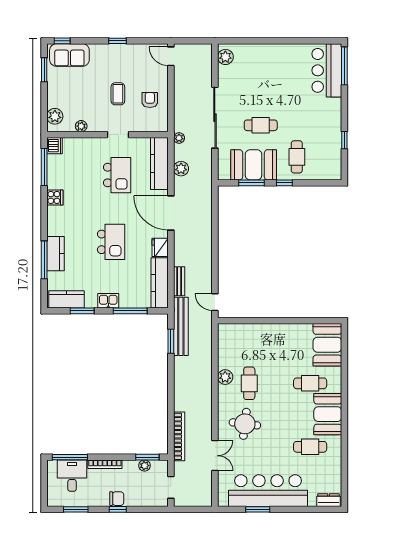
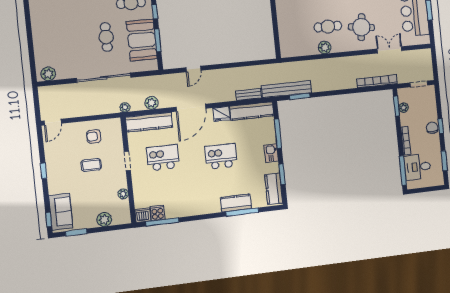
plant: (55, 116) -> (104, 219), moved
cooker: (55, 197) -> (158, 213), moved
door: (215, 302) -> (193, 69), moved

